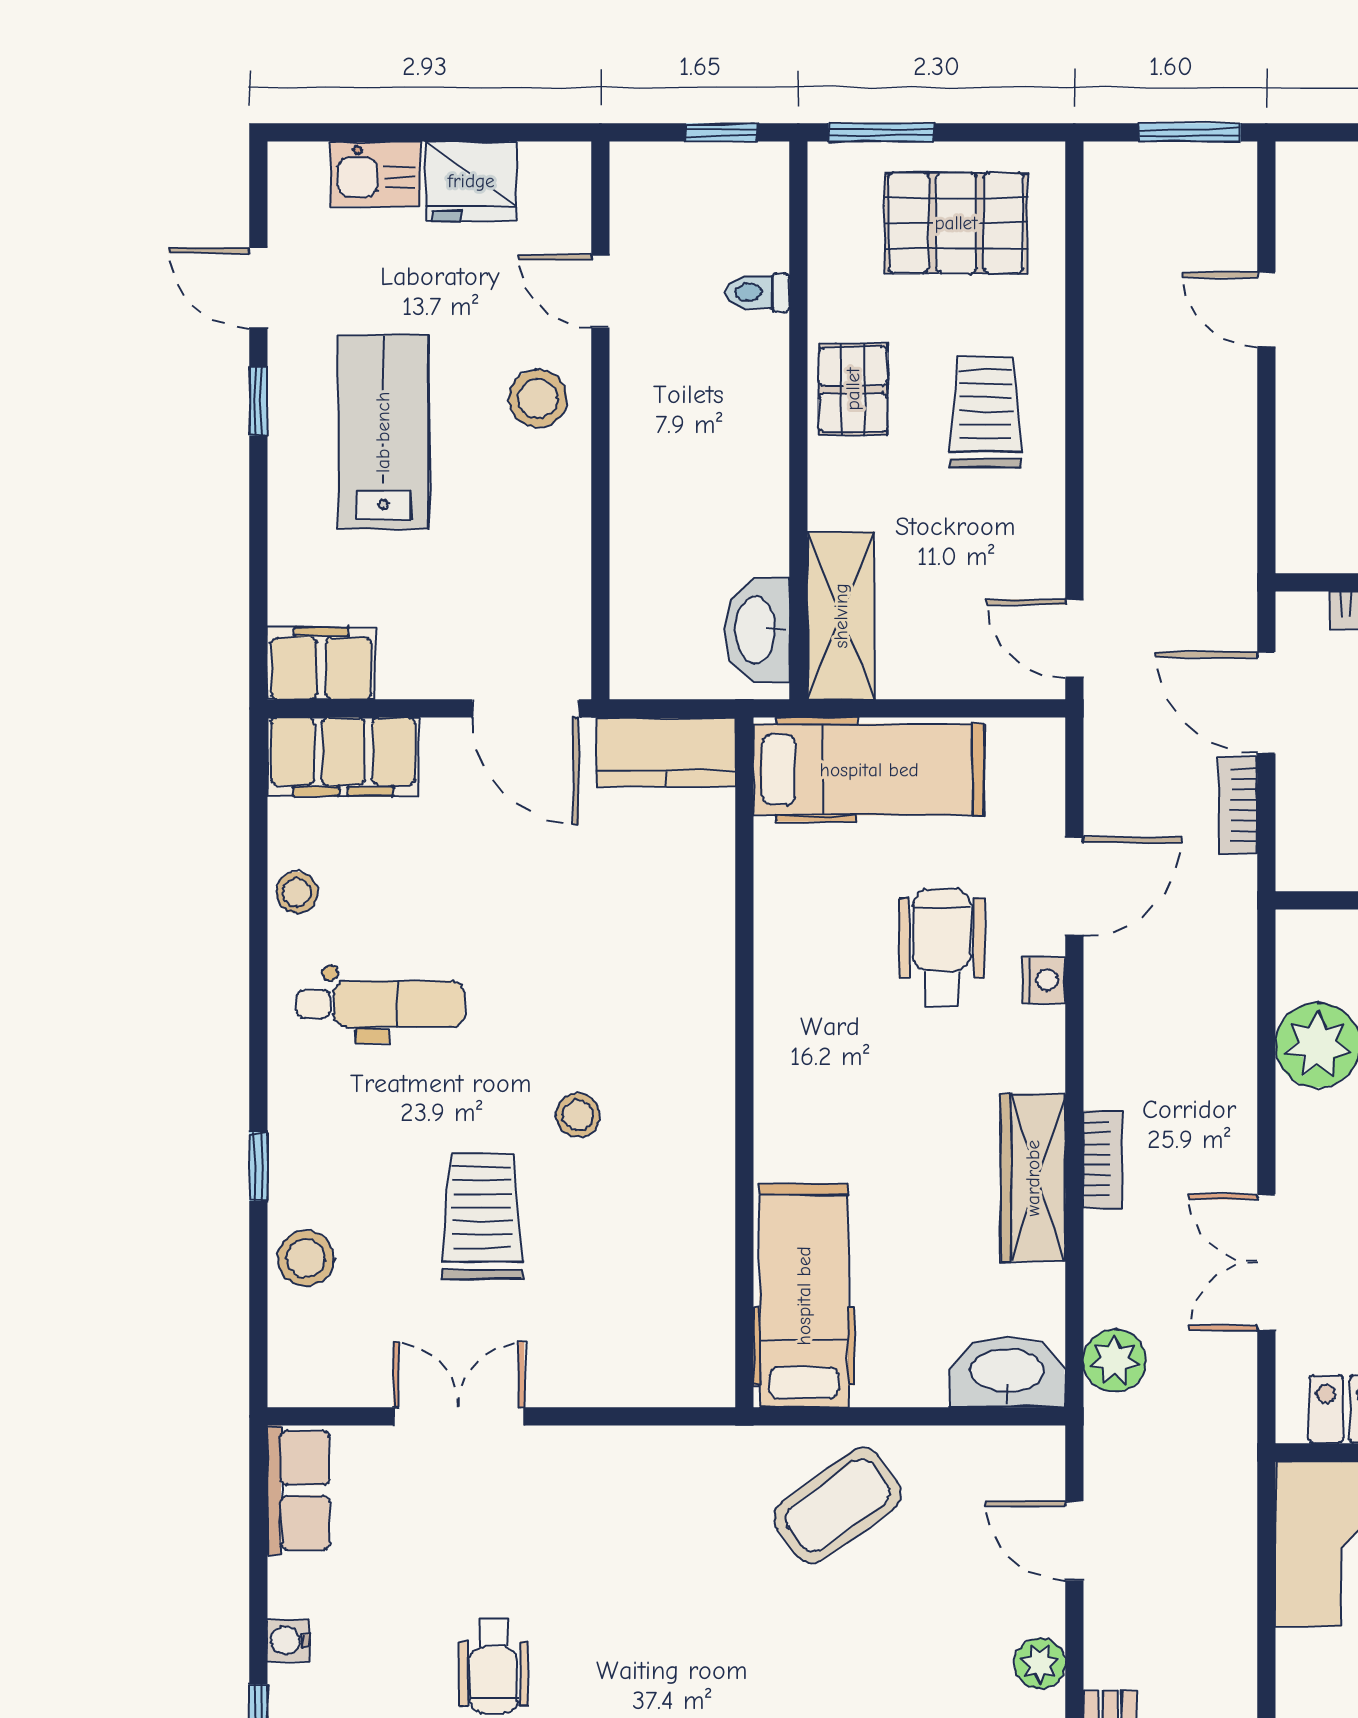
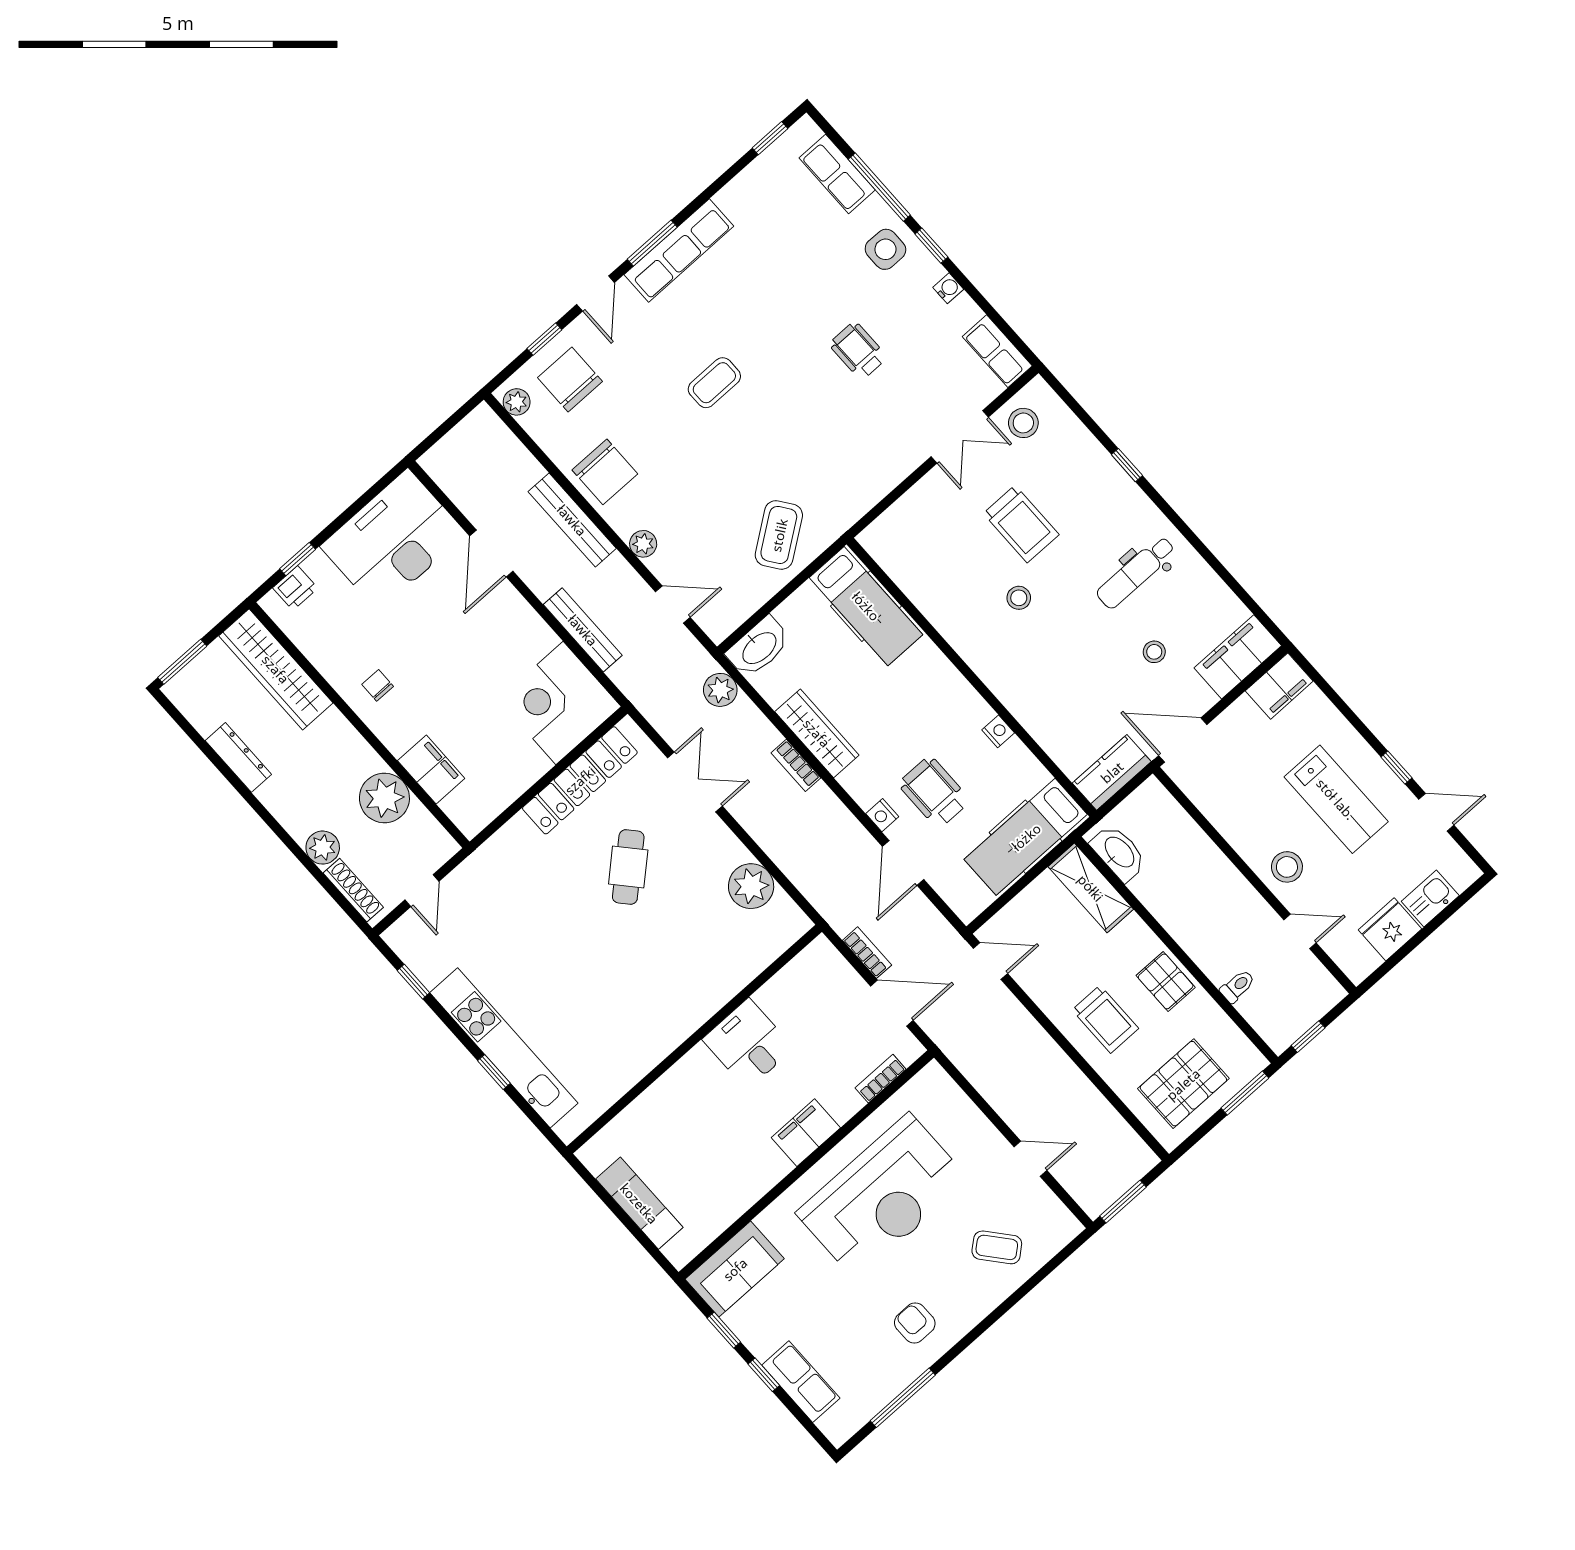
stool: (297, 892) -> (1154, 652), moved
wheelchair: (942, 948) -> (934, 792), turned 180
nightstand: (775, 953) -> (998, 731), added
stool: (306, 1258) -> (1023, 423), moved
bench: (1233, 1618) -> (583, 630), added

